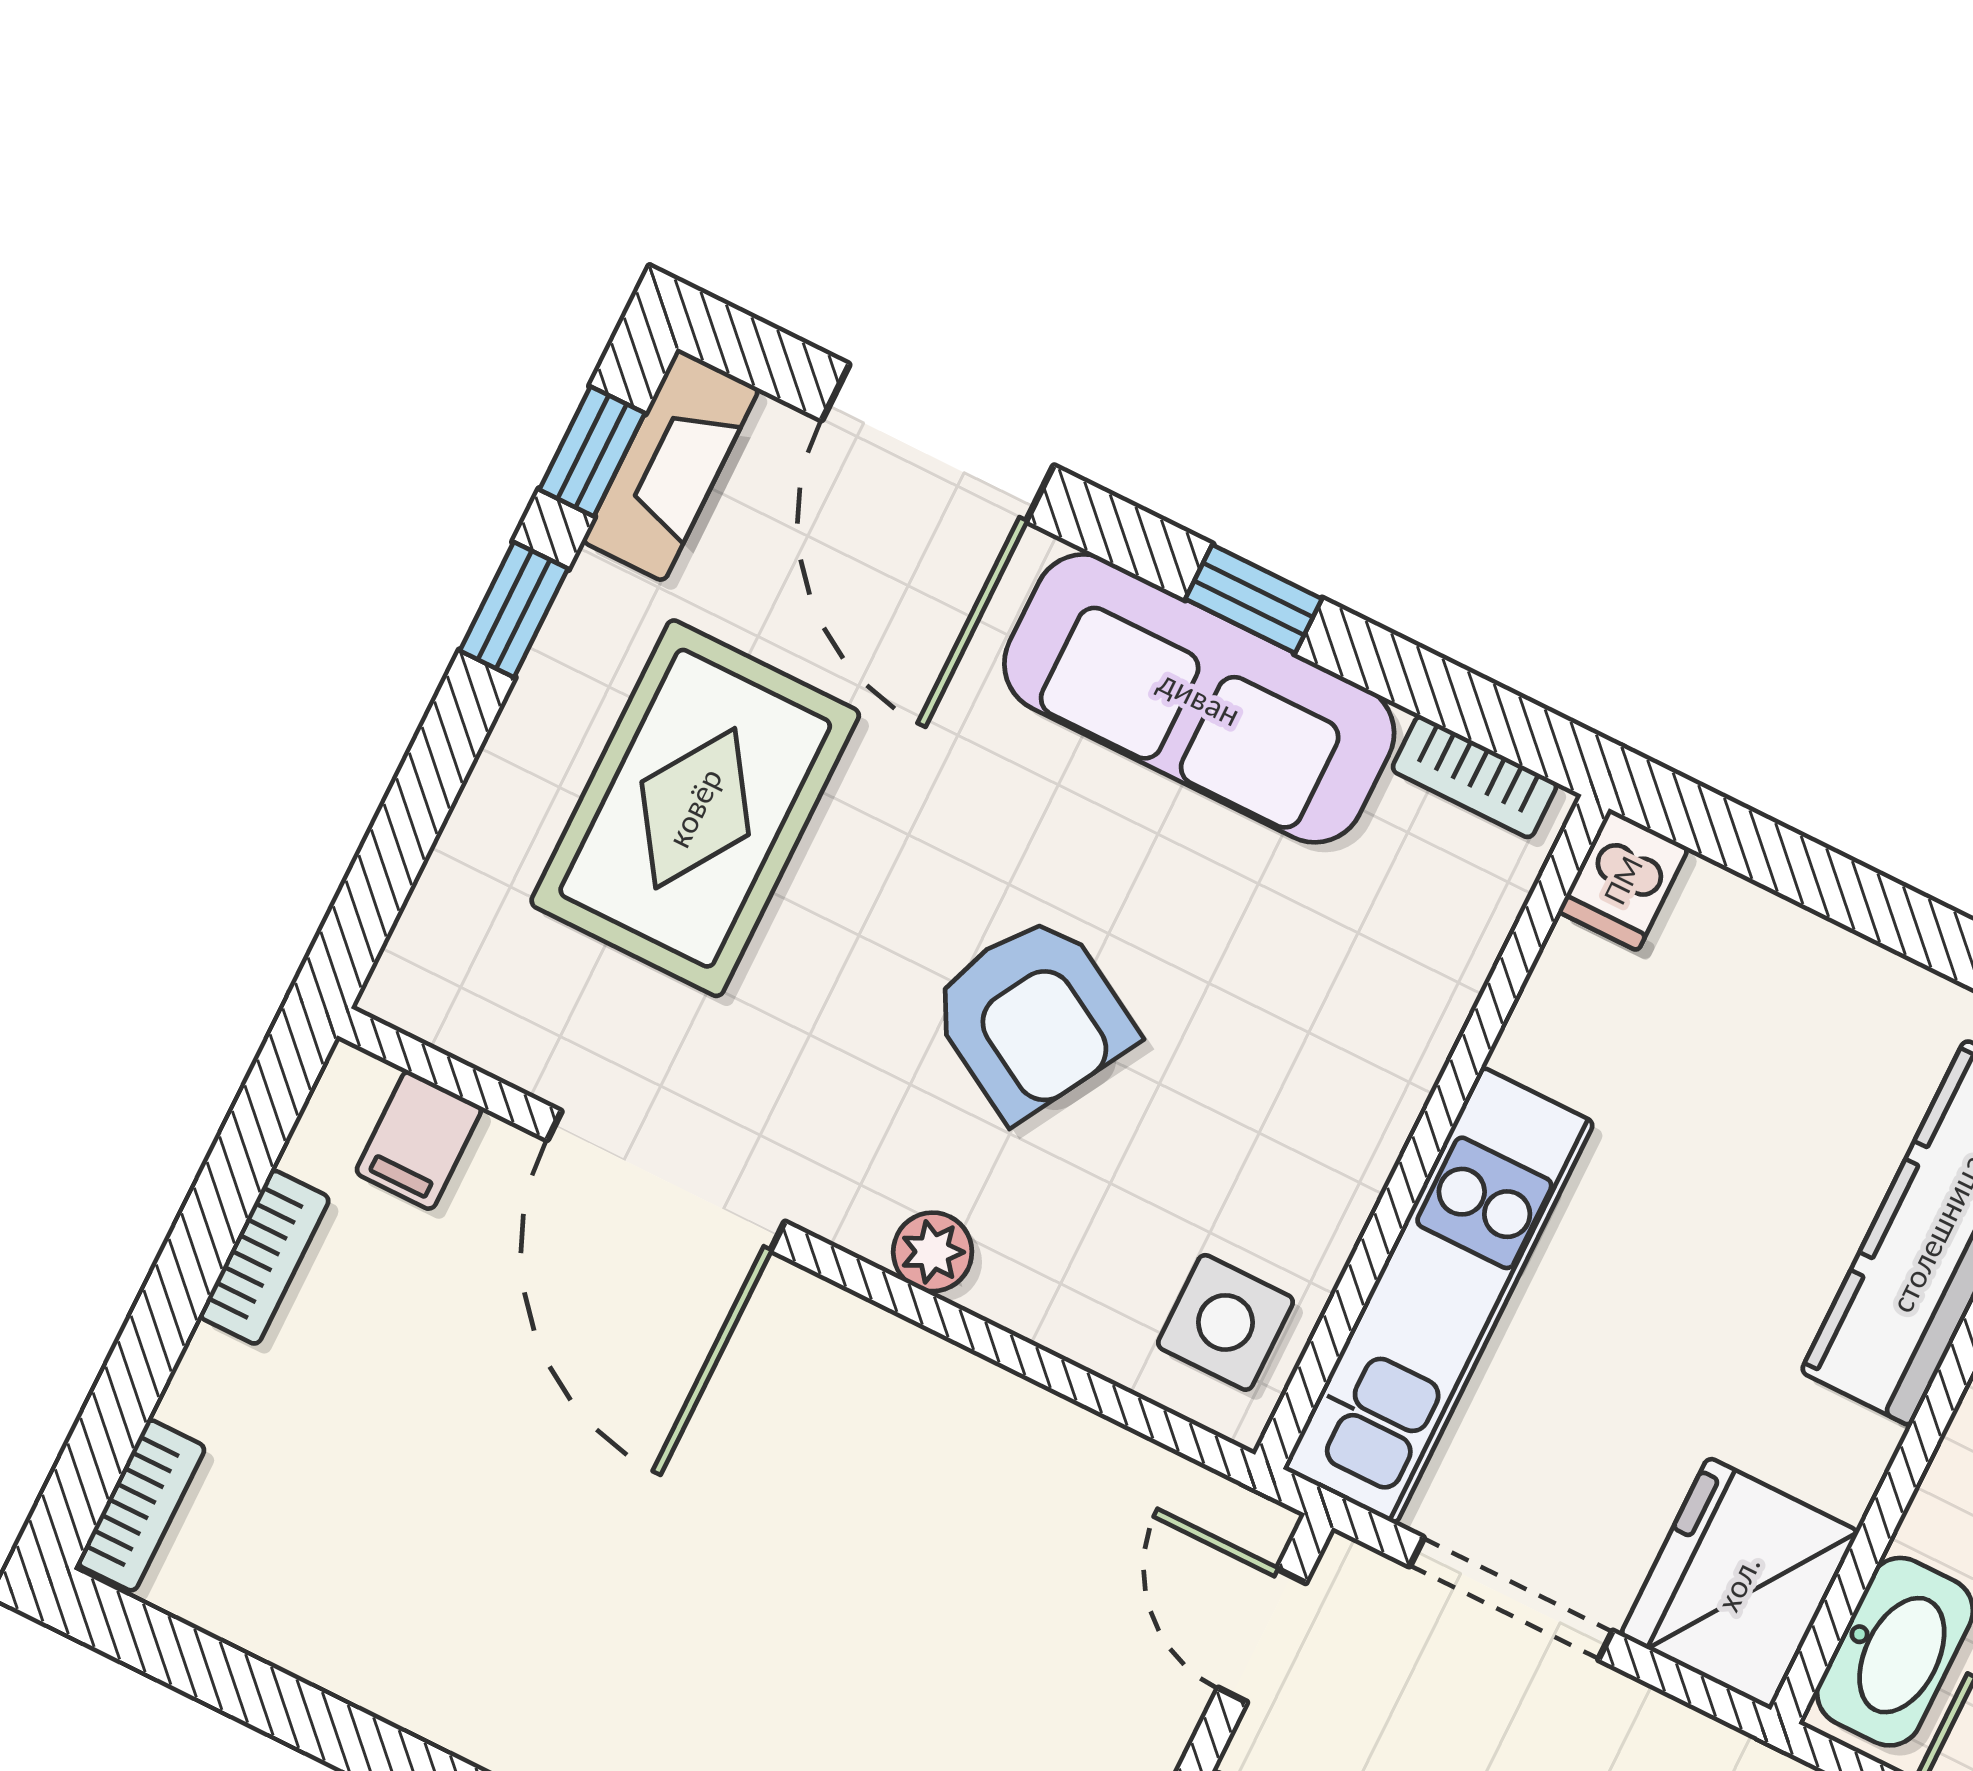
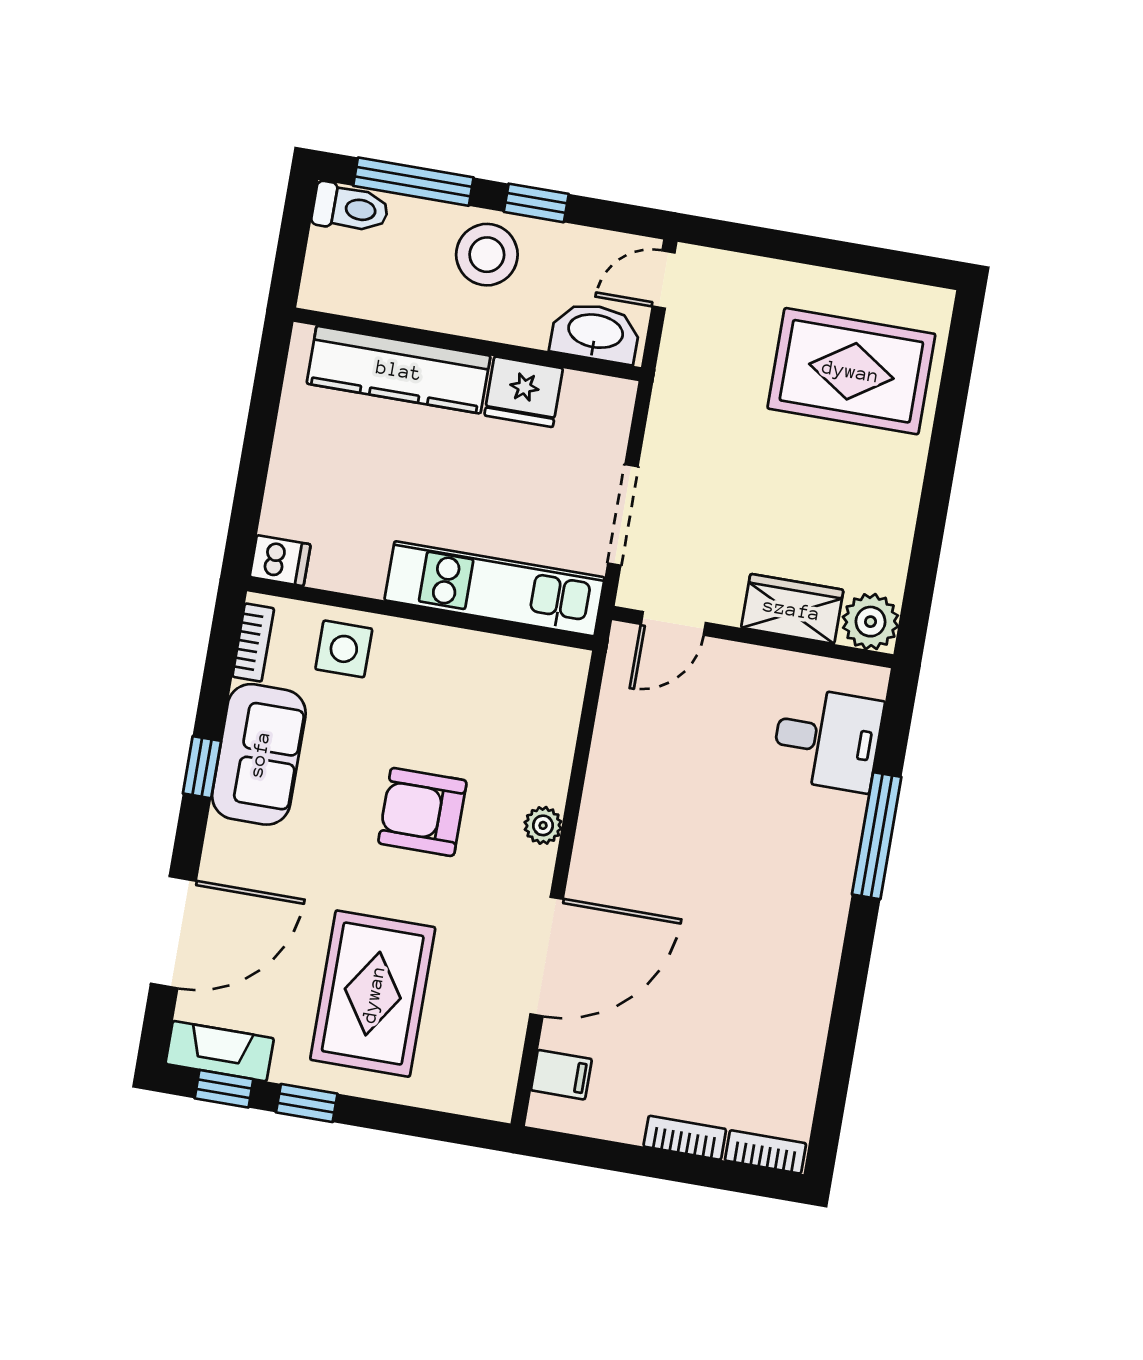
sofa: (1199, 698) -> (259, 754), width x0.73
rug: (695, 808) -> (373, 994), turned 90
armchair: (1032, 1017) -> (422, 812), turned -120
bookcase: (265, 1257) -> (685, 1138), moved
side table: (1226, 1322) -> (344, 649), moved
fridge: (1739, 1583) -> (524, 392), moved, width x0.73, depth x0.75

